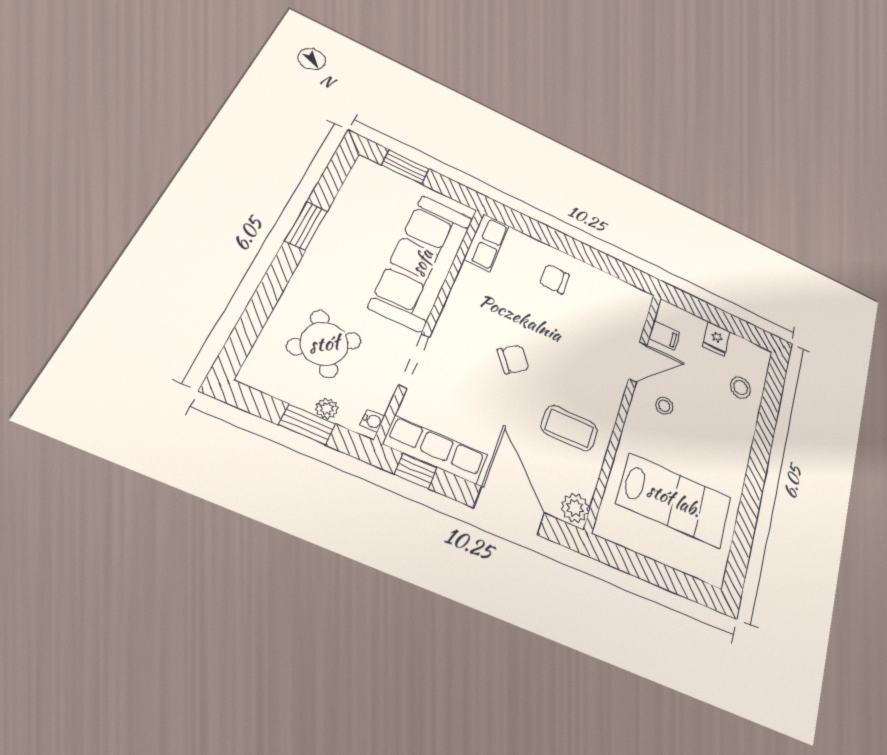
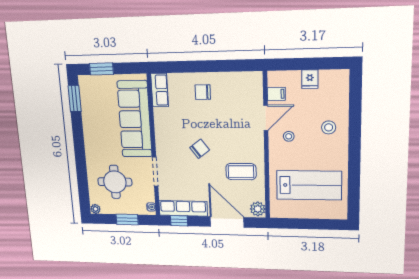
window: (306, 226) -> (75, 99), moved
round table: (324, 344) -> (115, 182), turned 33
stool: (740, 388) -> (329, 127), moved
plant: (327, 409) -> (96, 209), moved

